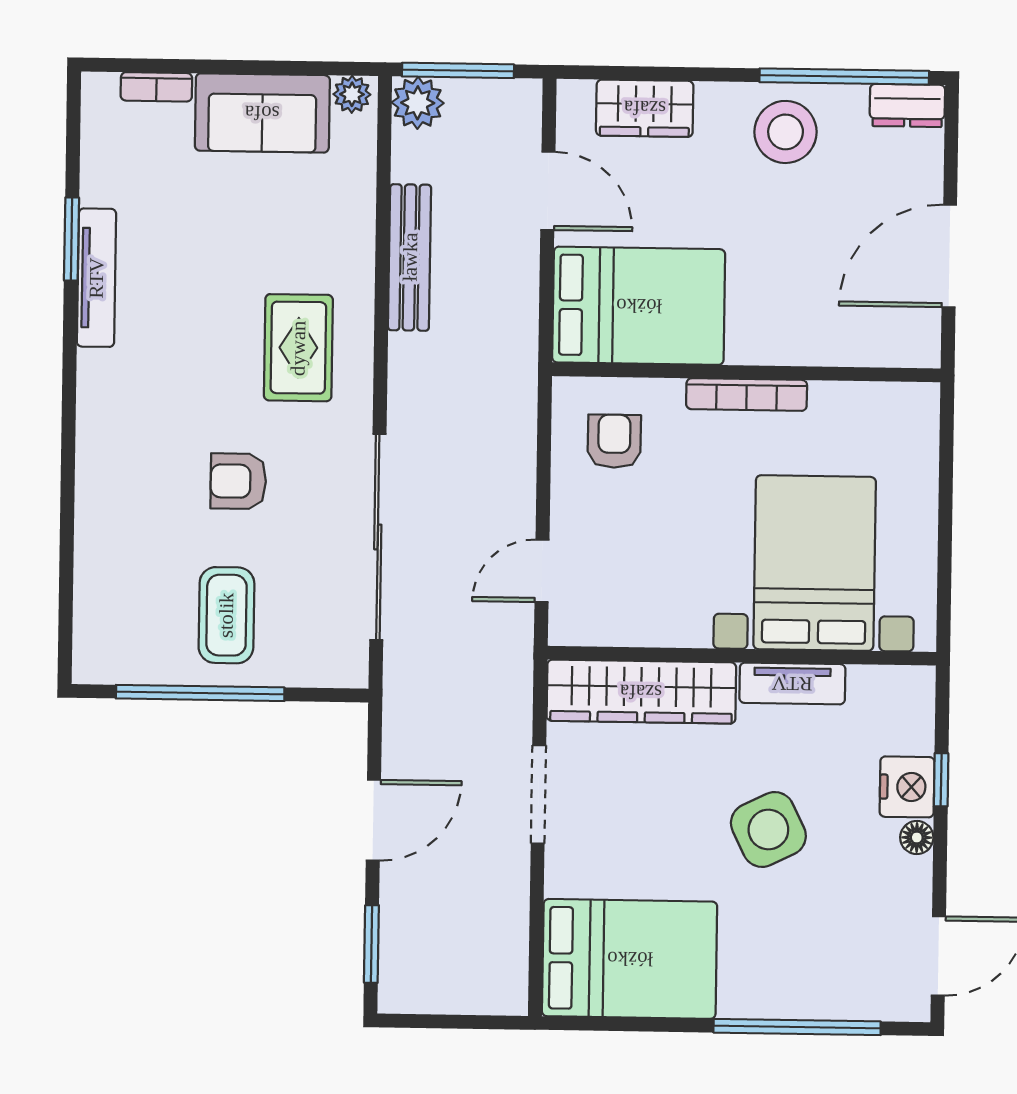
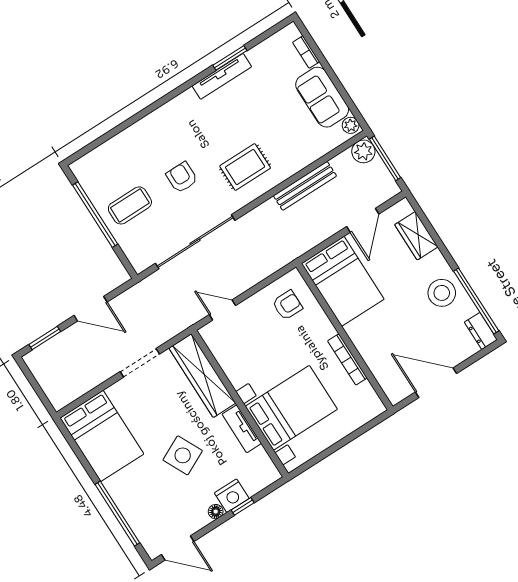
bookcase: (747, 395) -> (347, 359), moved

